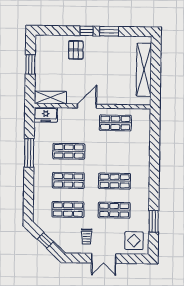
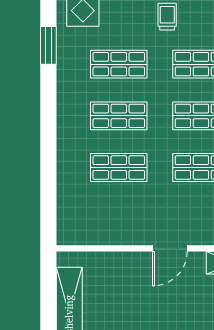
shop shelf: (115, 123) -> (119, 168), moved

